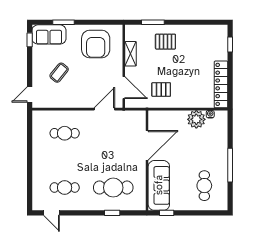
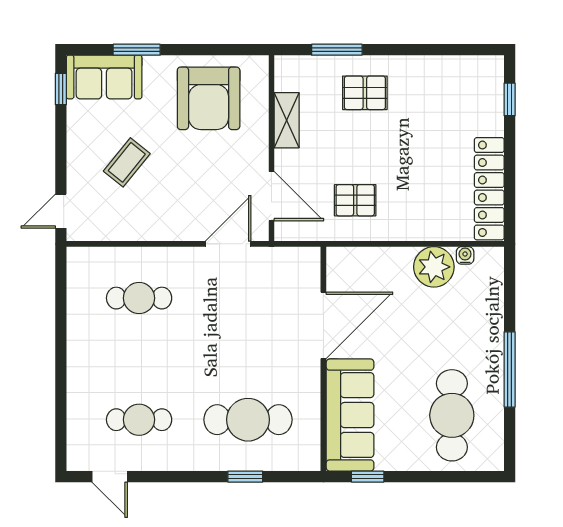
cafe table: (204, 186) -> (452, 415), width x1.37, depth x1.35

